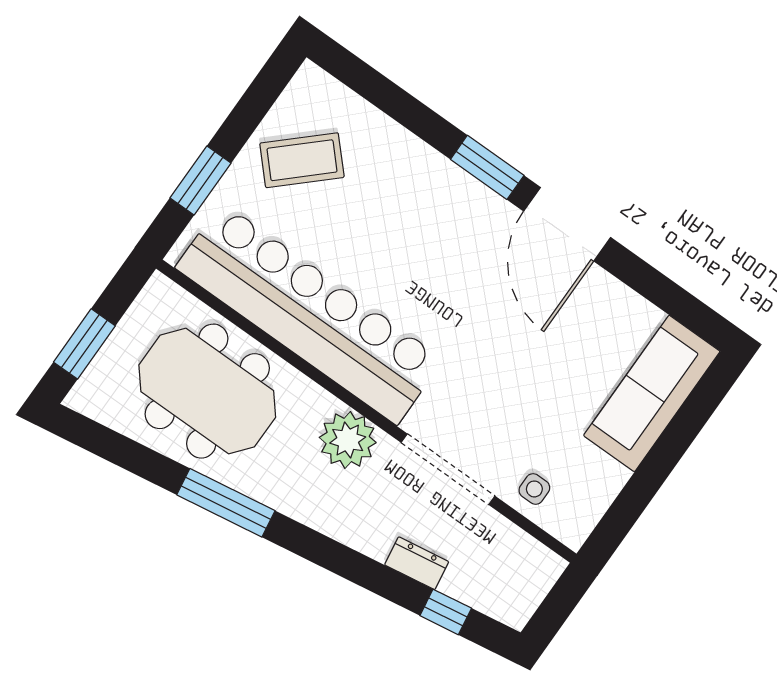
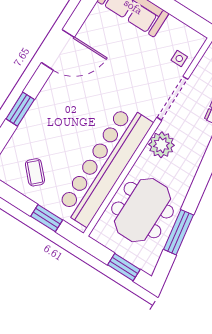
coffee table: (302, 160) -> (35, 172), width x0.73, depth x0.77
window: (487, 167) -> (20, 109), moved
window: (226, 503) -> (178, 232), moved

